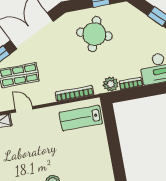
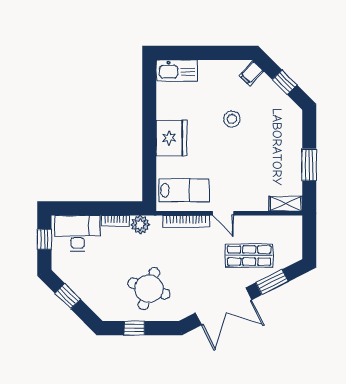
door: (24, 109) -> (223, 213), moved
fridge: (98, 158) -> (172, 138), added

